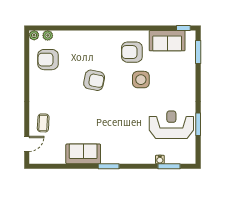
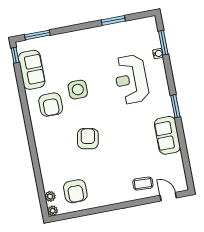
reception desk: (171, 125) -> (131, 79), moved

